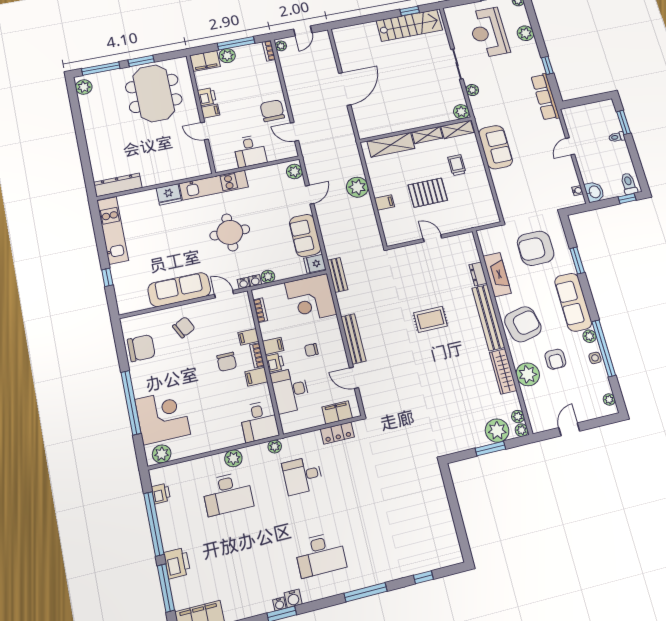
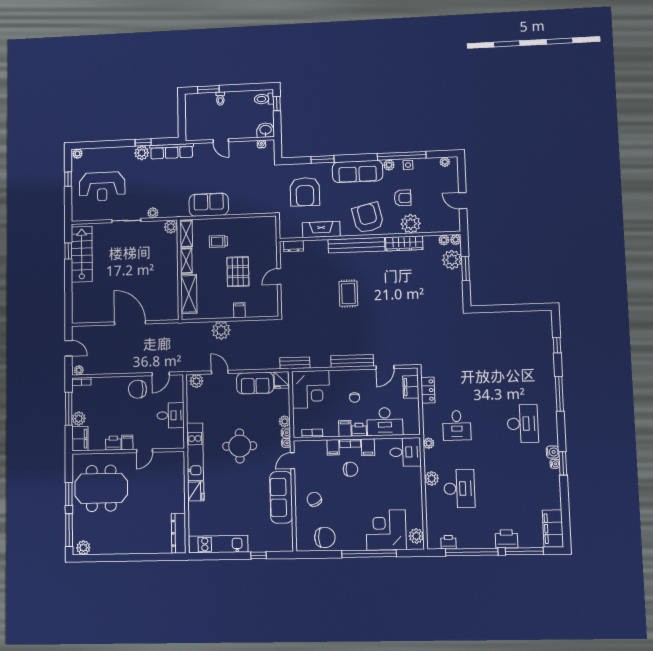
plant: (525, 33) -> (142, 153), moved
dresser: (478, 274) -> (293, 246), moved
chair: (141, 348) -> (325, 537), turned 90

